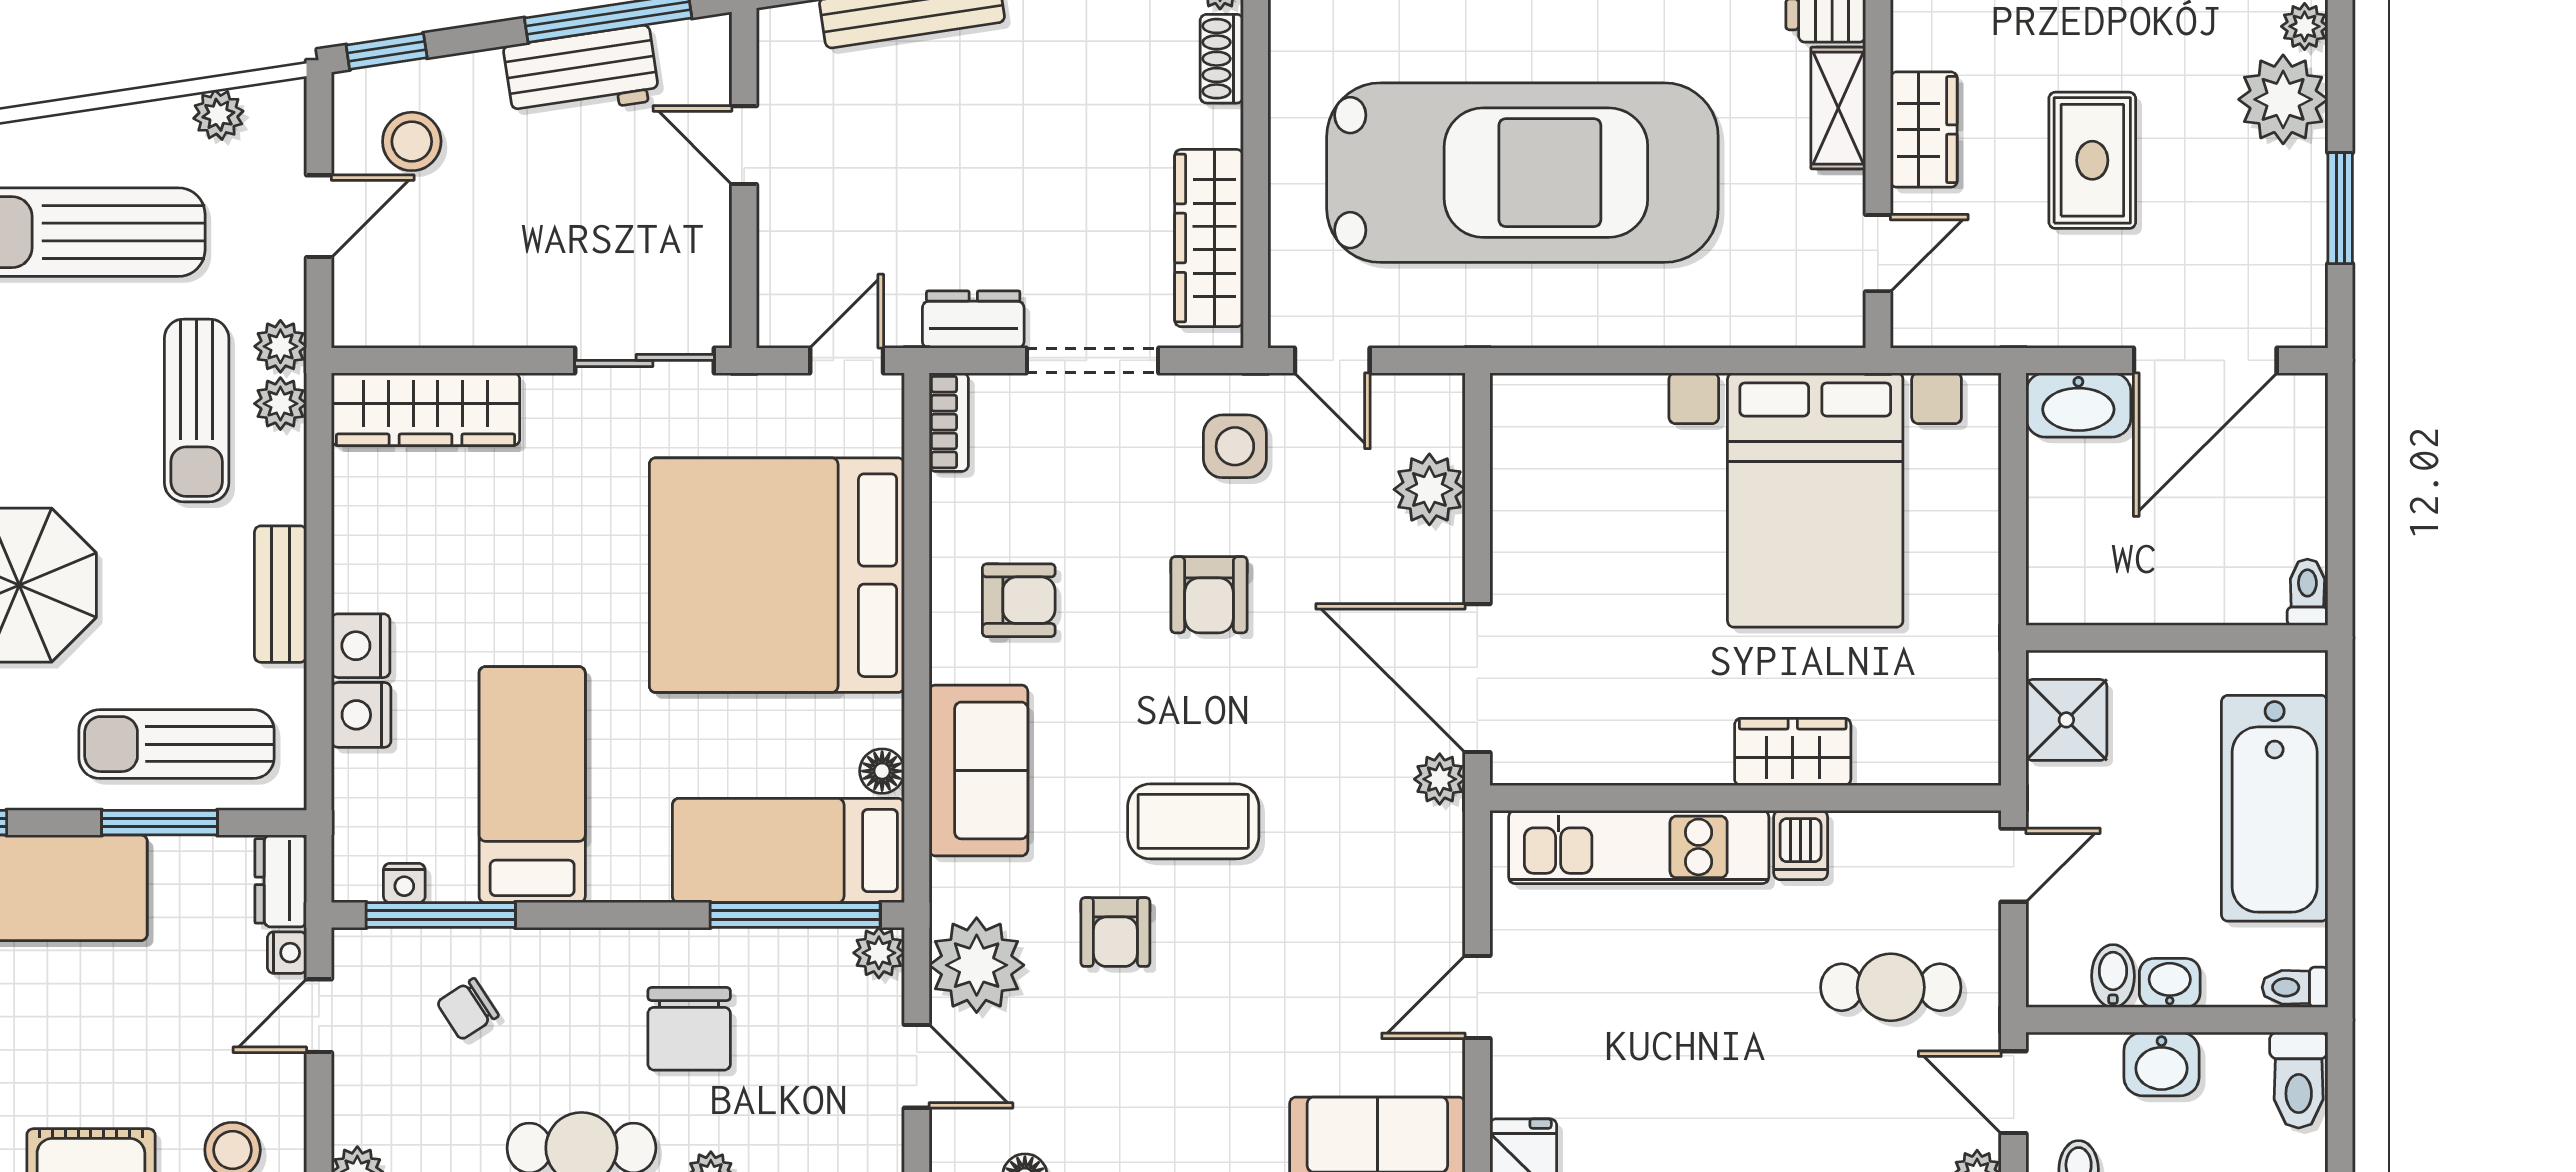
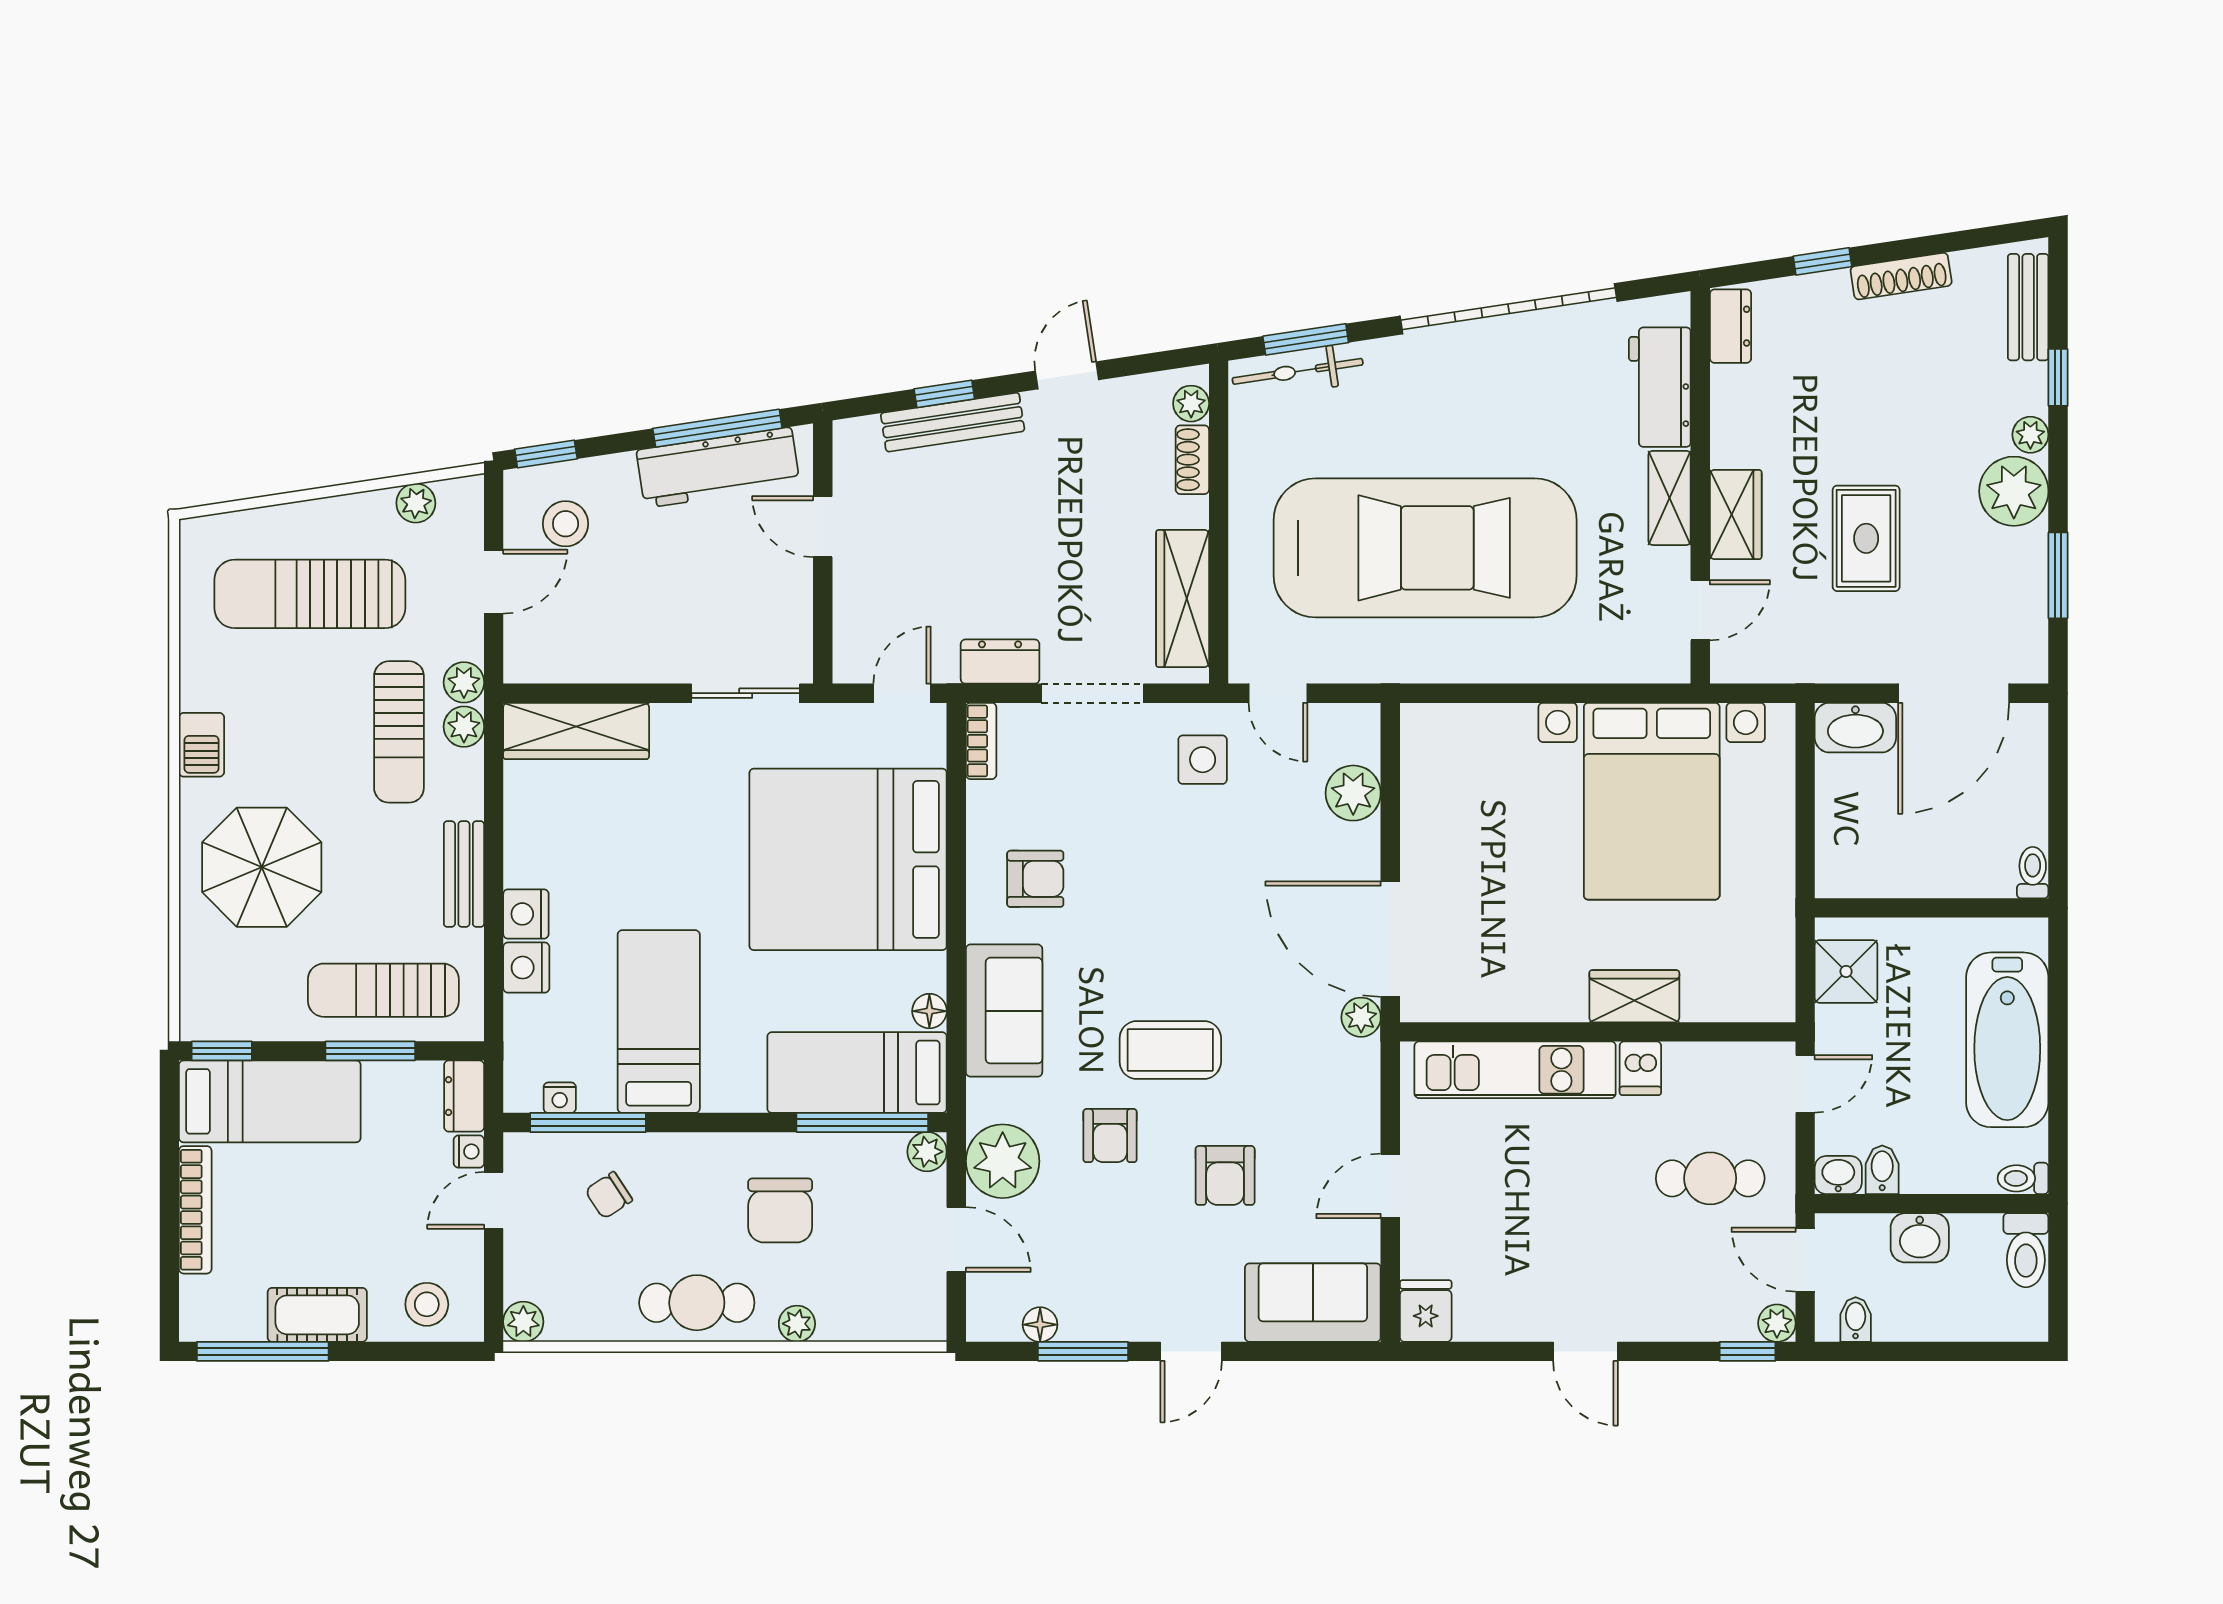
workbench: (581, 73) -> (718, 468), width x1.38
armchair: (1209, 595) -> (1225, 1175), moved
washbasin: (2170, 983) -> (1838, 1175), moved

